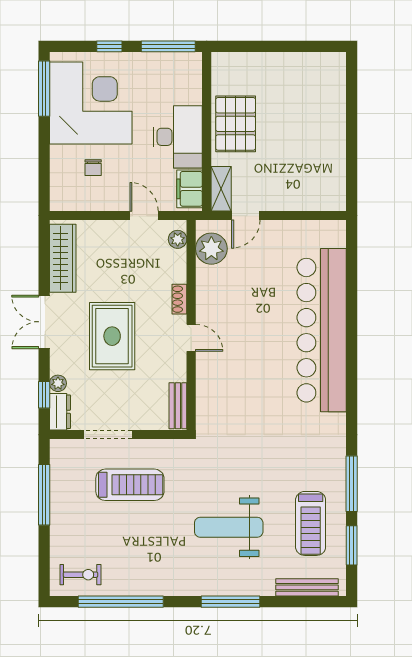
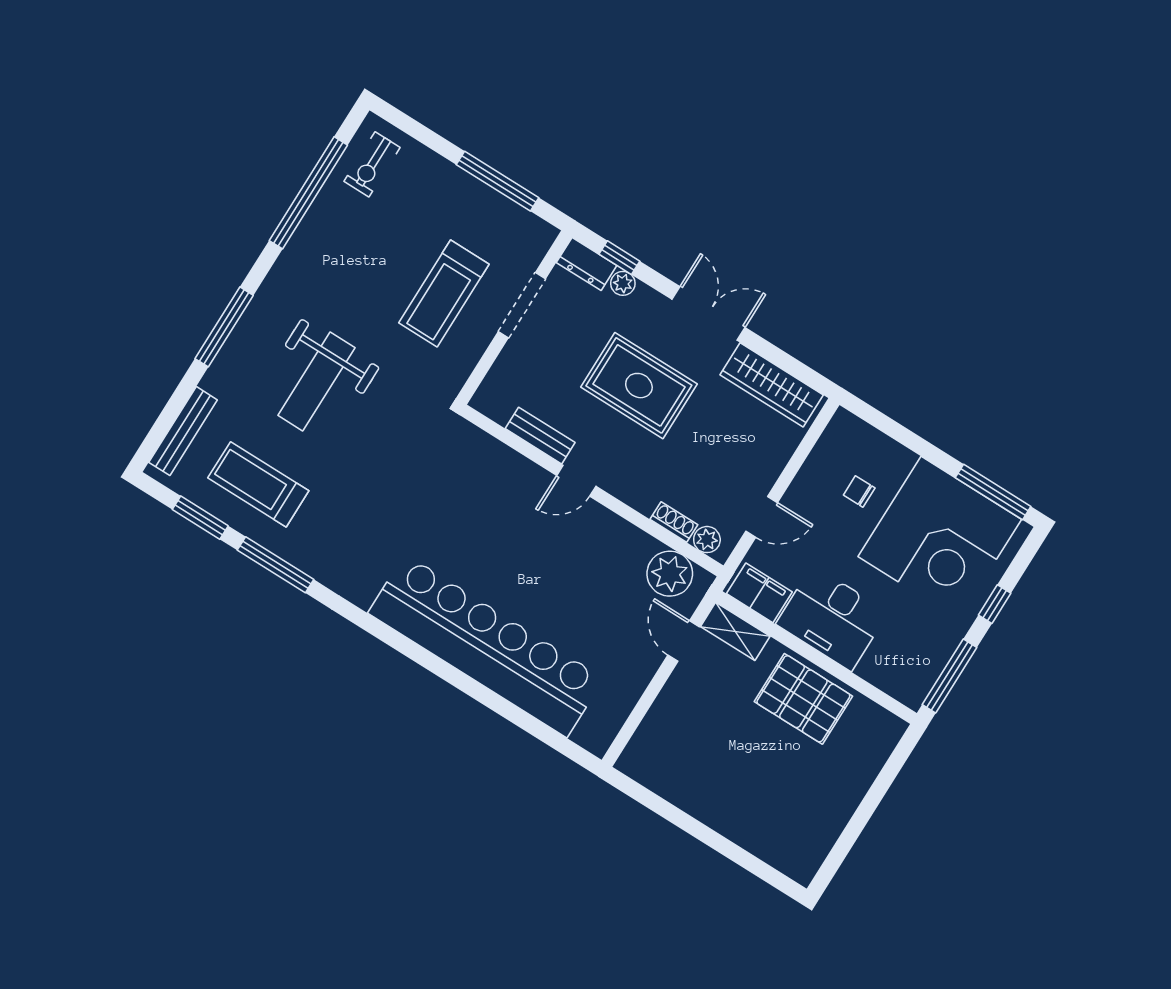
shoe rack: (179, 299) -> (674, 522), moved
bench: (178, 406) -> (540, 436), moved
weight bench: (229, 527) -> (316, 382), turned 180

